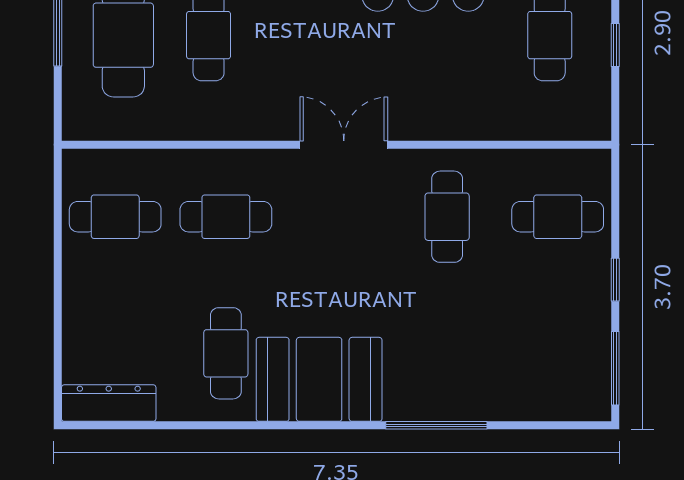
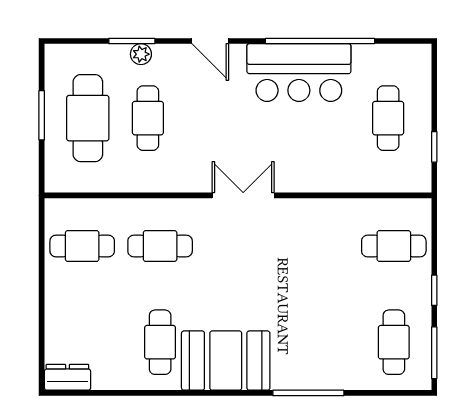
window: (615, 45) -> (434, 147), moved
cafe table: (447, 217) -> (394, 342), moved
dresser: (109, 403) -> (67, 377), width x0.70

